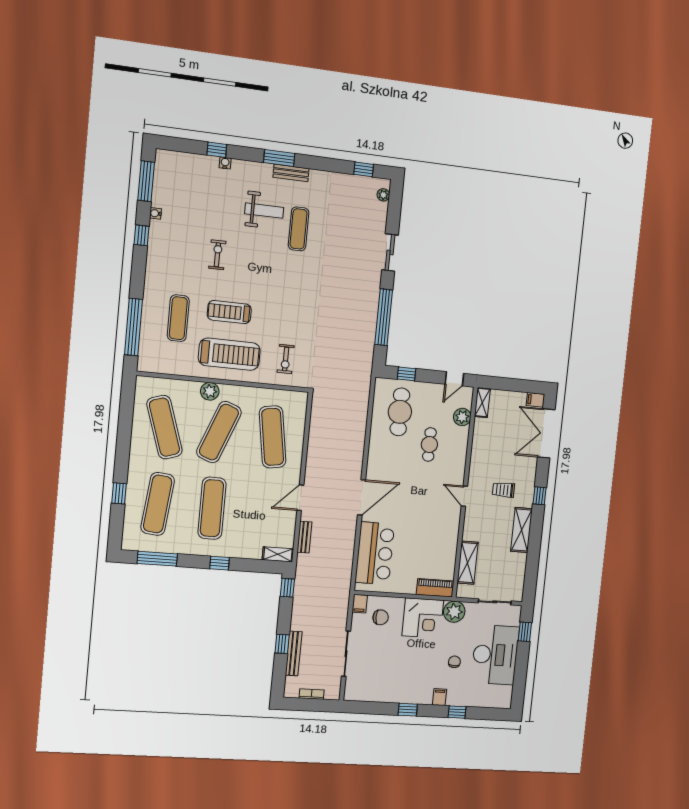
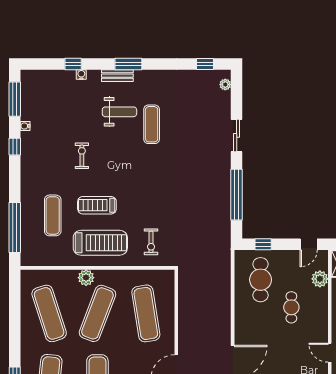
bench: (291, 173) -> (117, 76), moved

